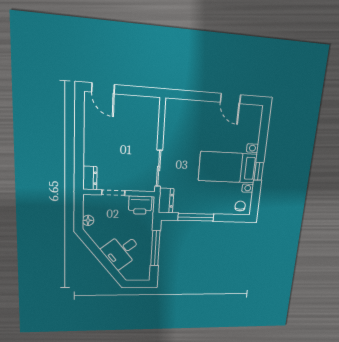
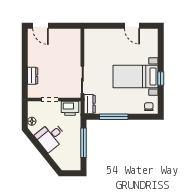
dresser: (90, 178) -> (33, 76), moved
desk: (122, 251) -> (51, 137), moved

